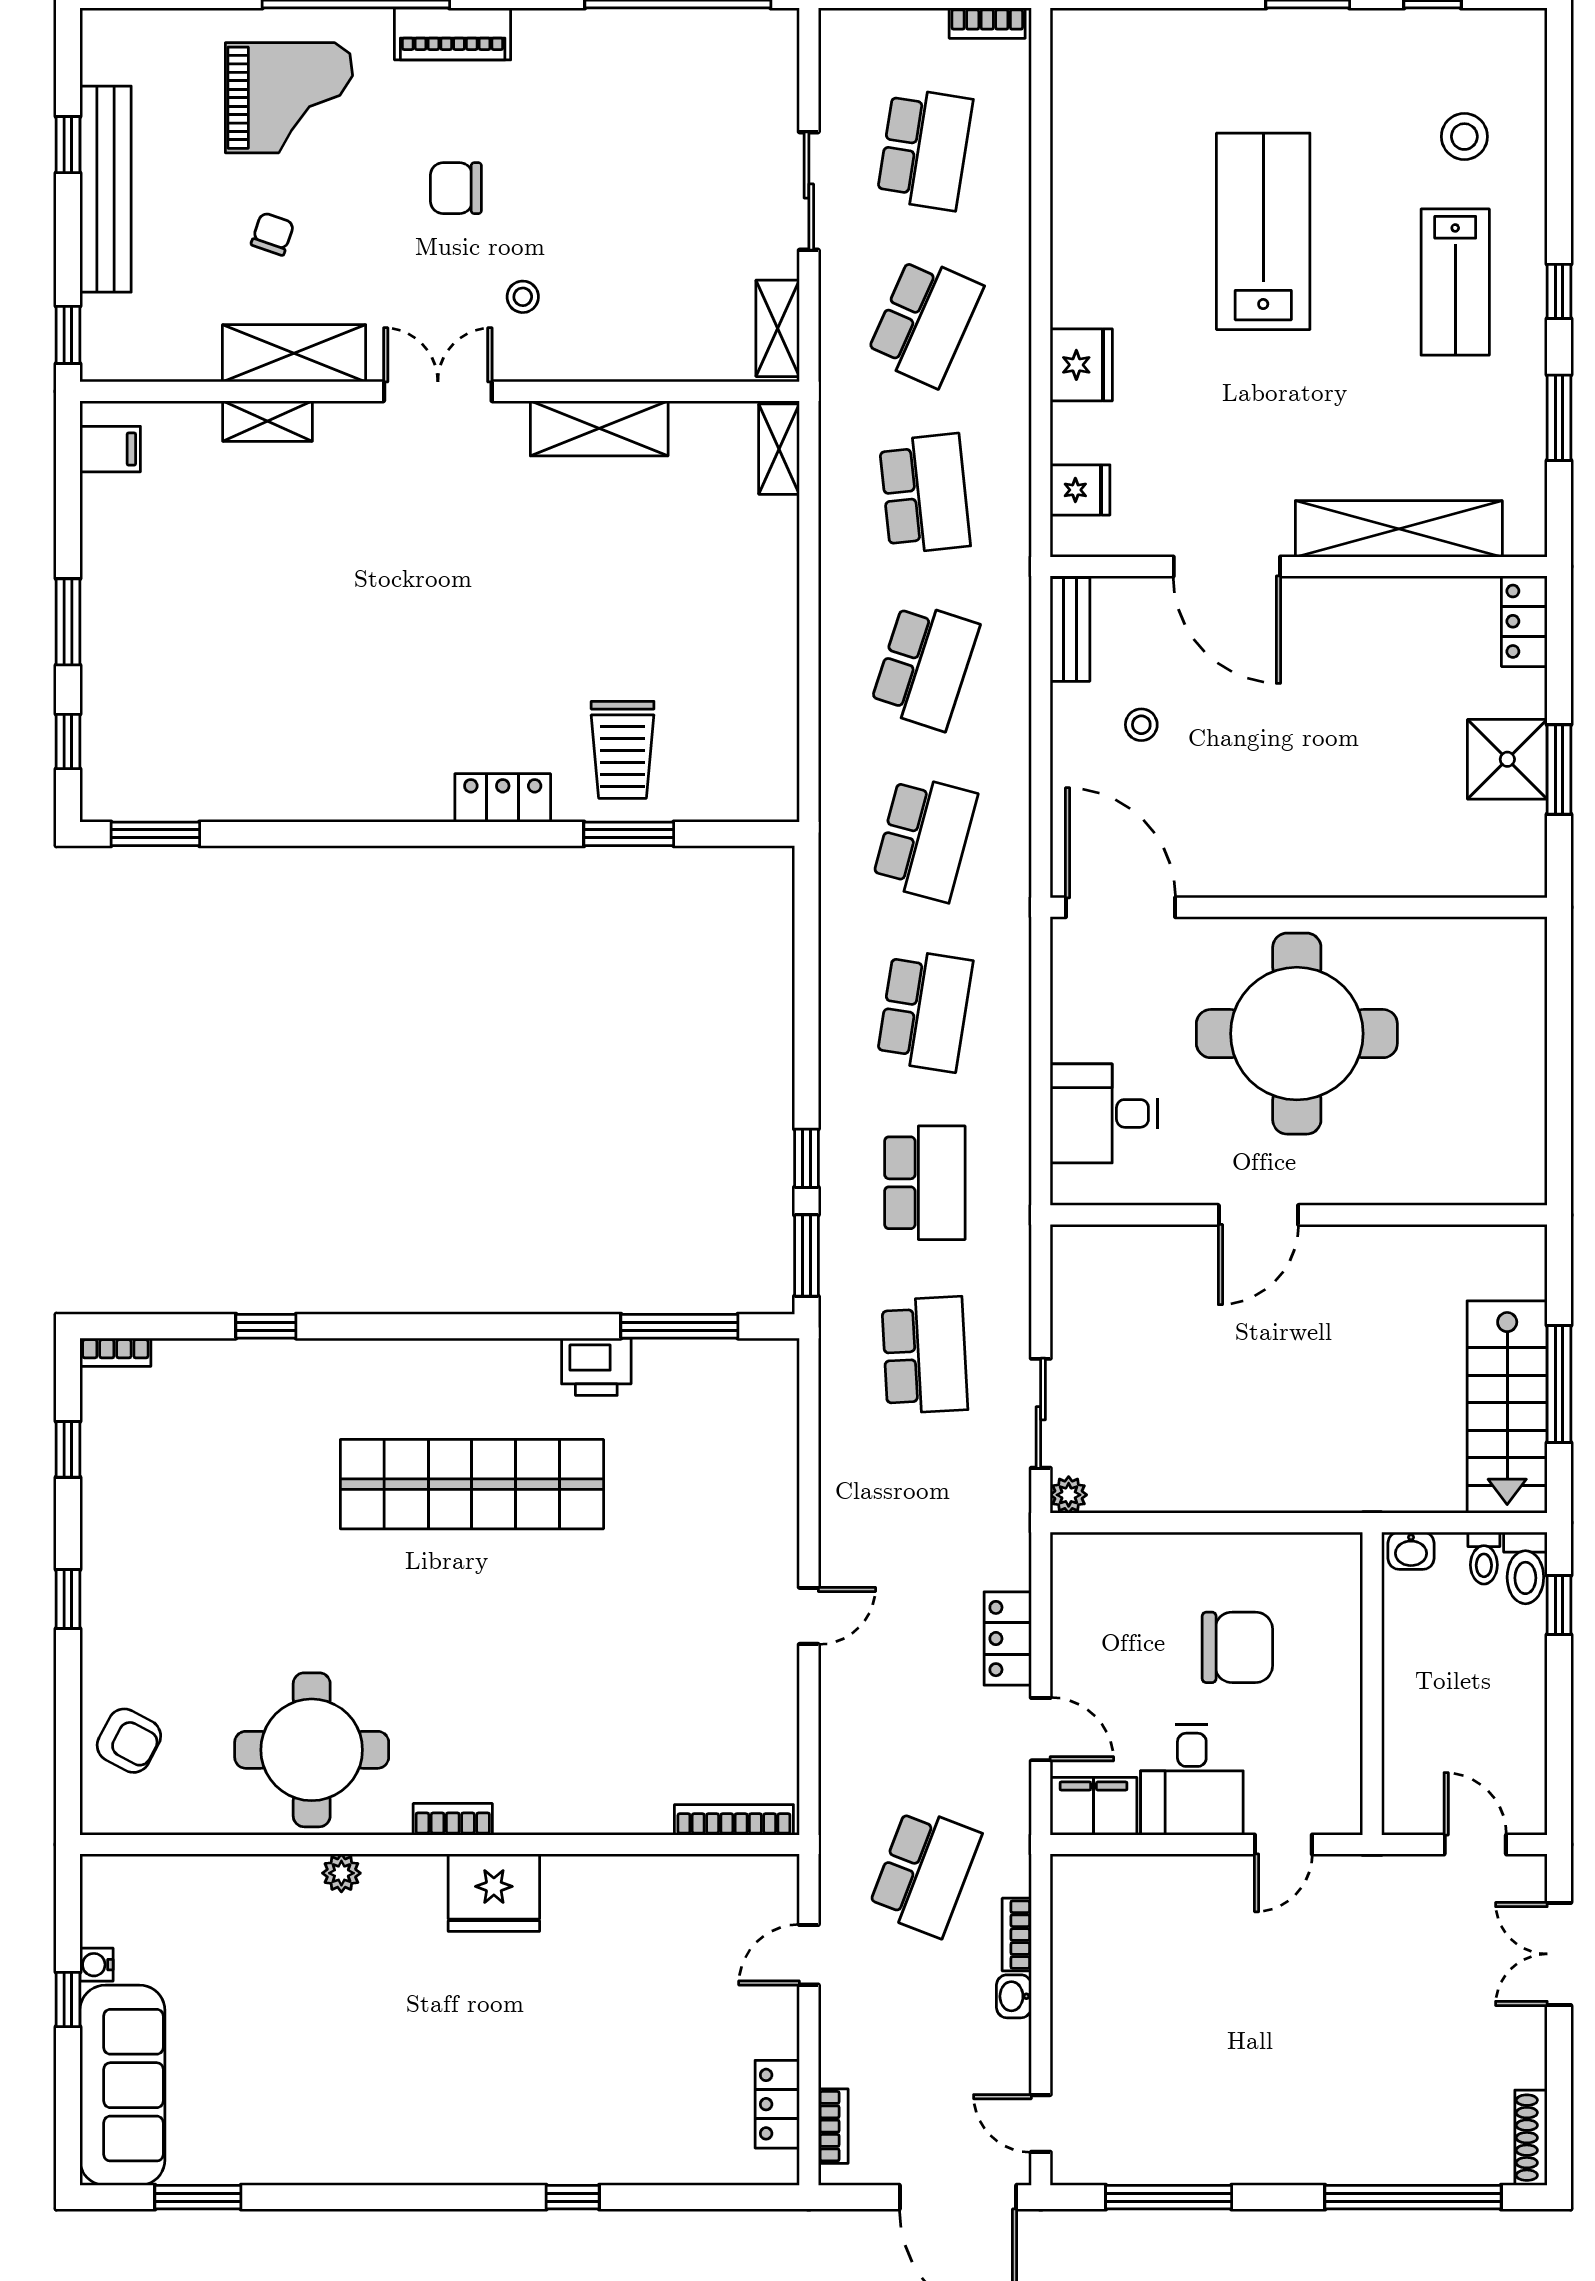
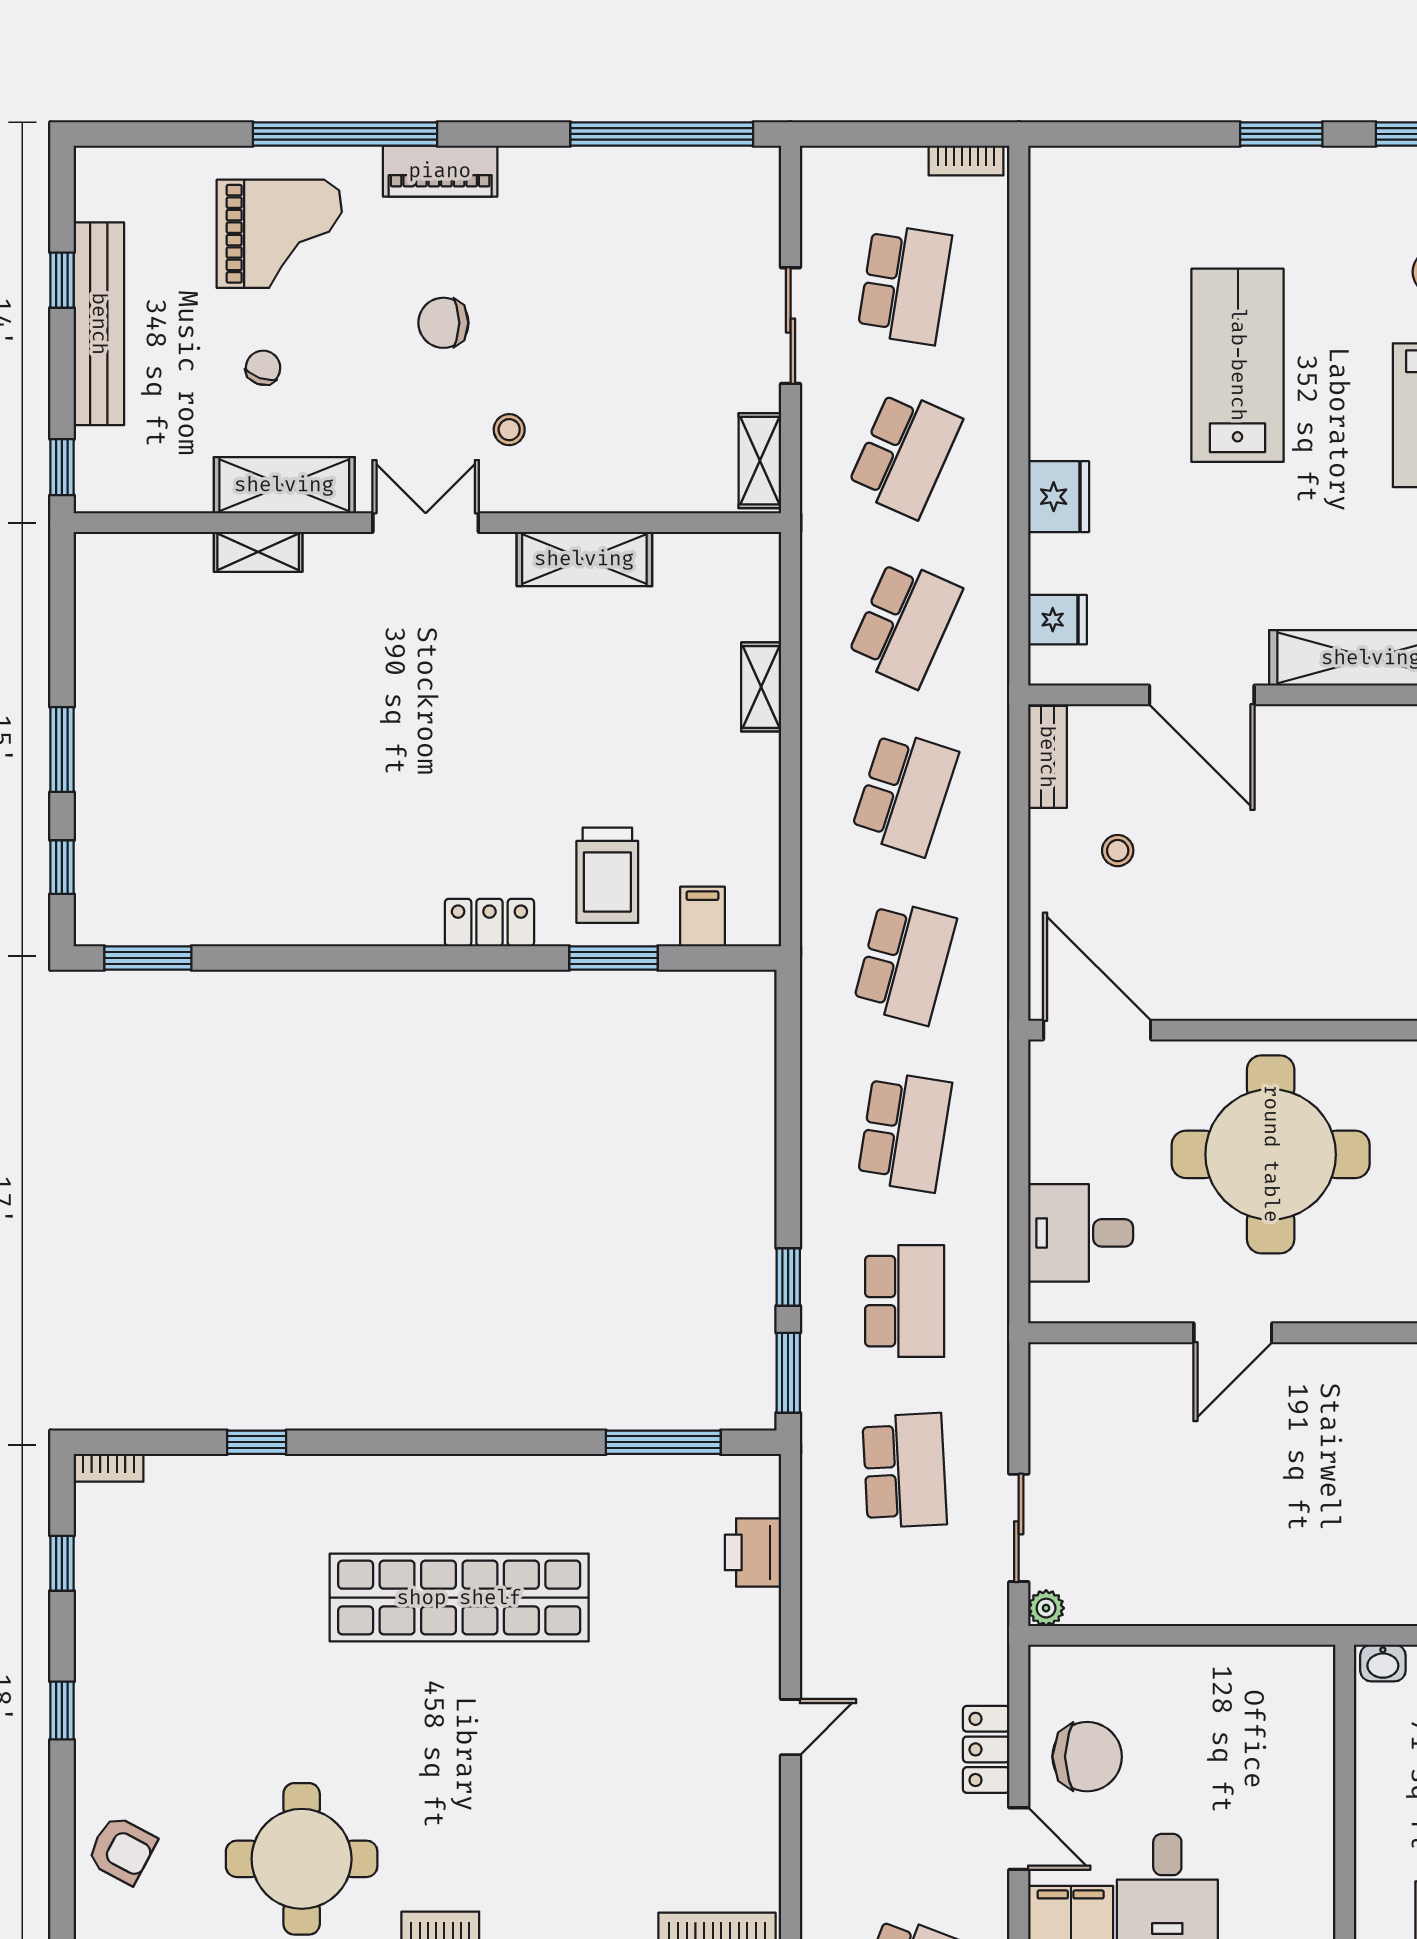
filing cabinet: (110, 449) -> (702, 917), moved, turned -90
shelving: (779, 449) -> (761, 687), moved
school desk: (925, 494) -> (905, 623), turned 30
printer: (596, 1367) -> (753, 1552), moved, turned 90
chair: (1237, 1647) -> (1087, 1757), moved

